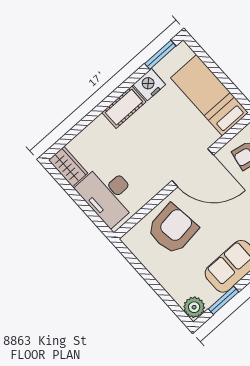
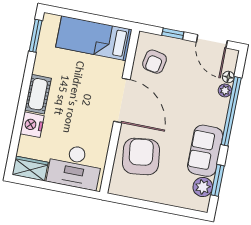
nightstand: (149, 85) -> (32, 125), moved
door: (193, 168) -> (122, 100), hinge flipped
plant: (194, 307) -> (203, 187), moved

